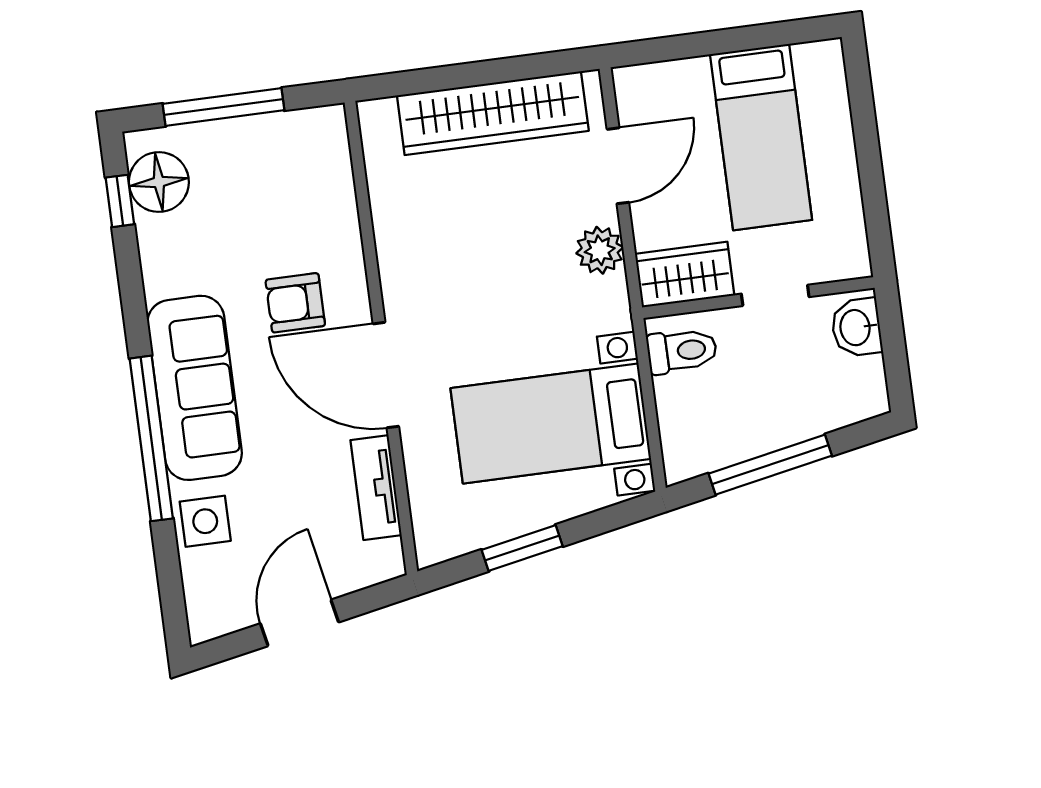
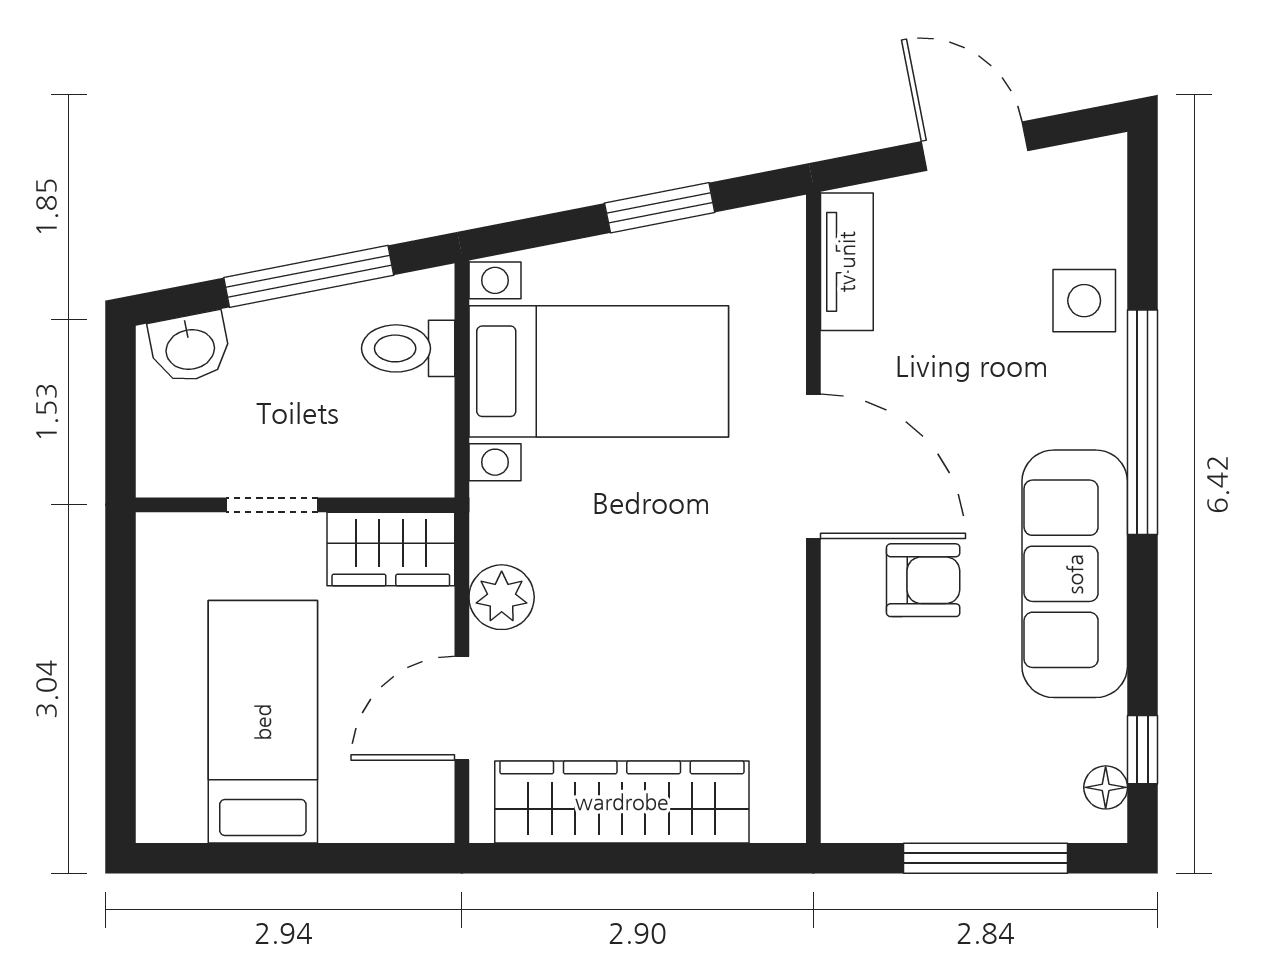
floor lamp: (159, 182) -> (1106, 787), width x0.53, depth x0.53
washbasin: (856, 327) -> (190, 348), moved, turned 79
toilet: (682, 351) -> (408, 348), moved
sofa: (195, 388) -> (1075, 574), moved
tv unit: (376, 488) -> (847, 262), moved
door: (299, 623) -> (975, 146), swing flipped

